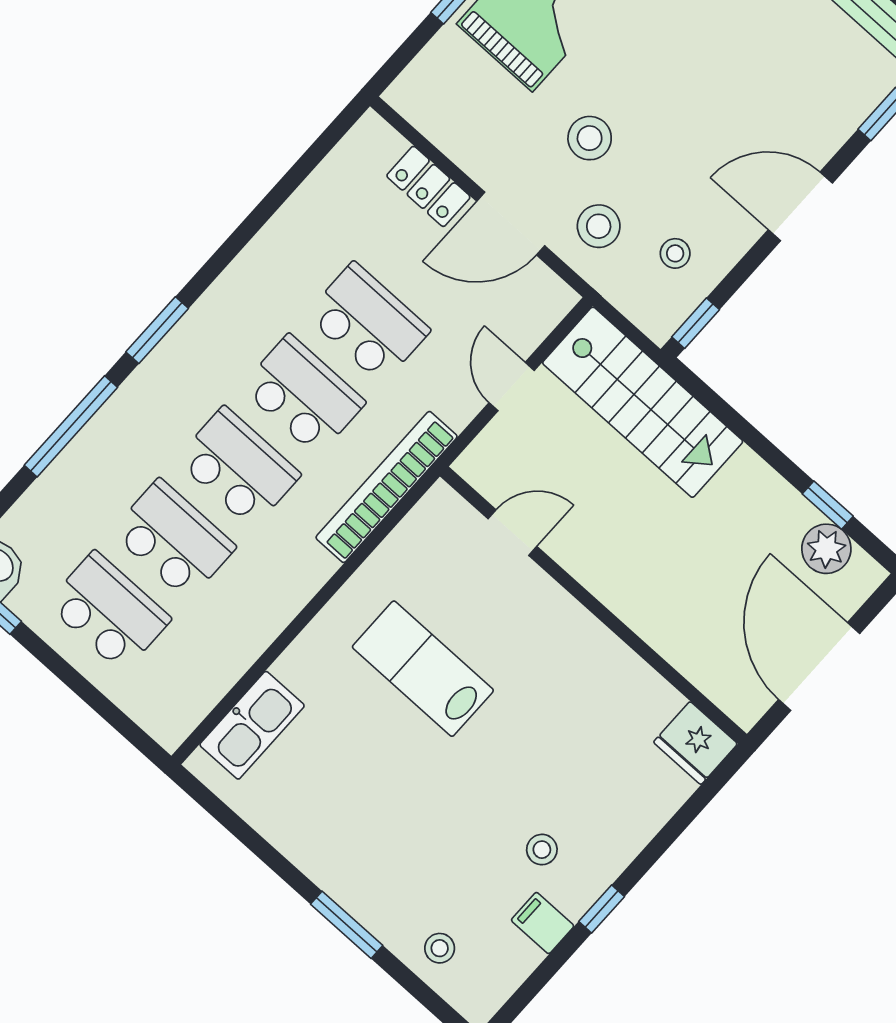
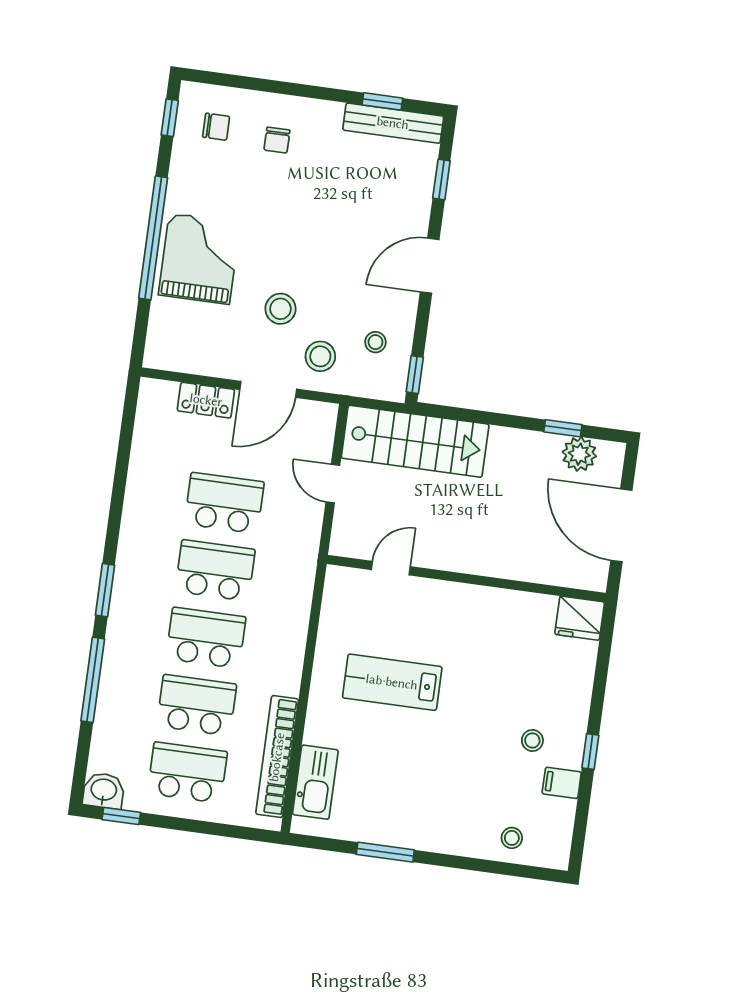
bookcase: (387, 487) -> (277, 757), moved
window: (347, 925) -> (385, 852), moved

